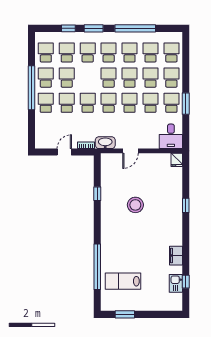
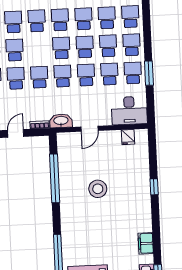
desk: (171, 136) -> (129, 111), width x1.37
fridge: (177, 160) -> (128, 137), moved
window: (97, 194) -> (55, 178), width x3.17

